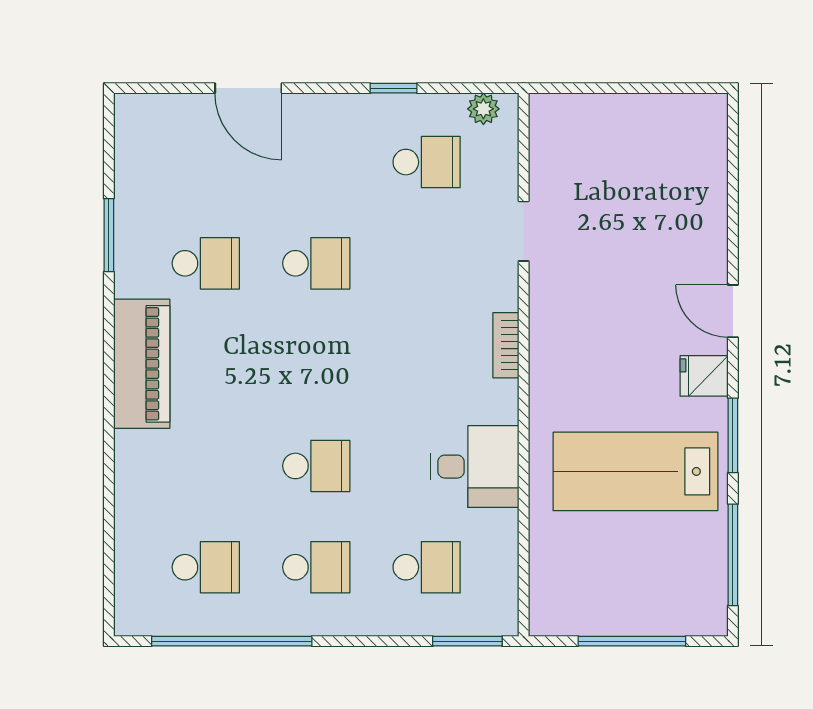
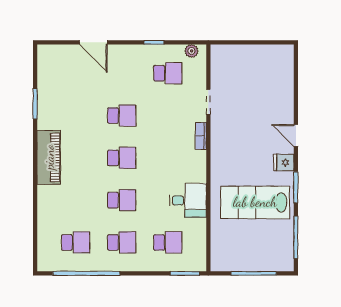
school desk: (206, 263) -> (122, 158), moved
bookcase: (506, 345) -> (201, 136), moved

